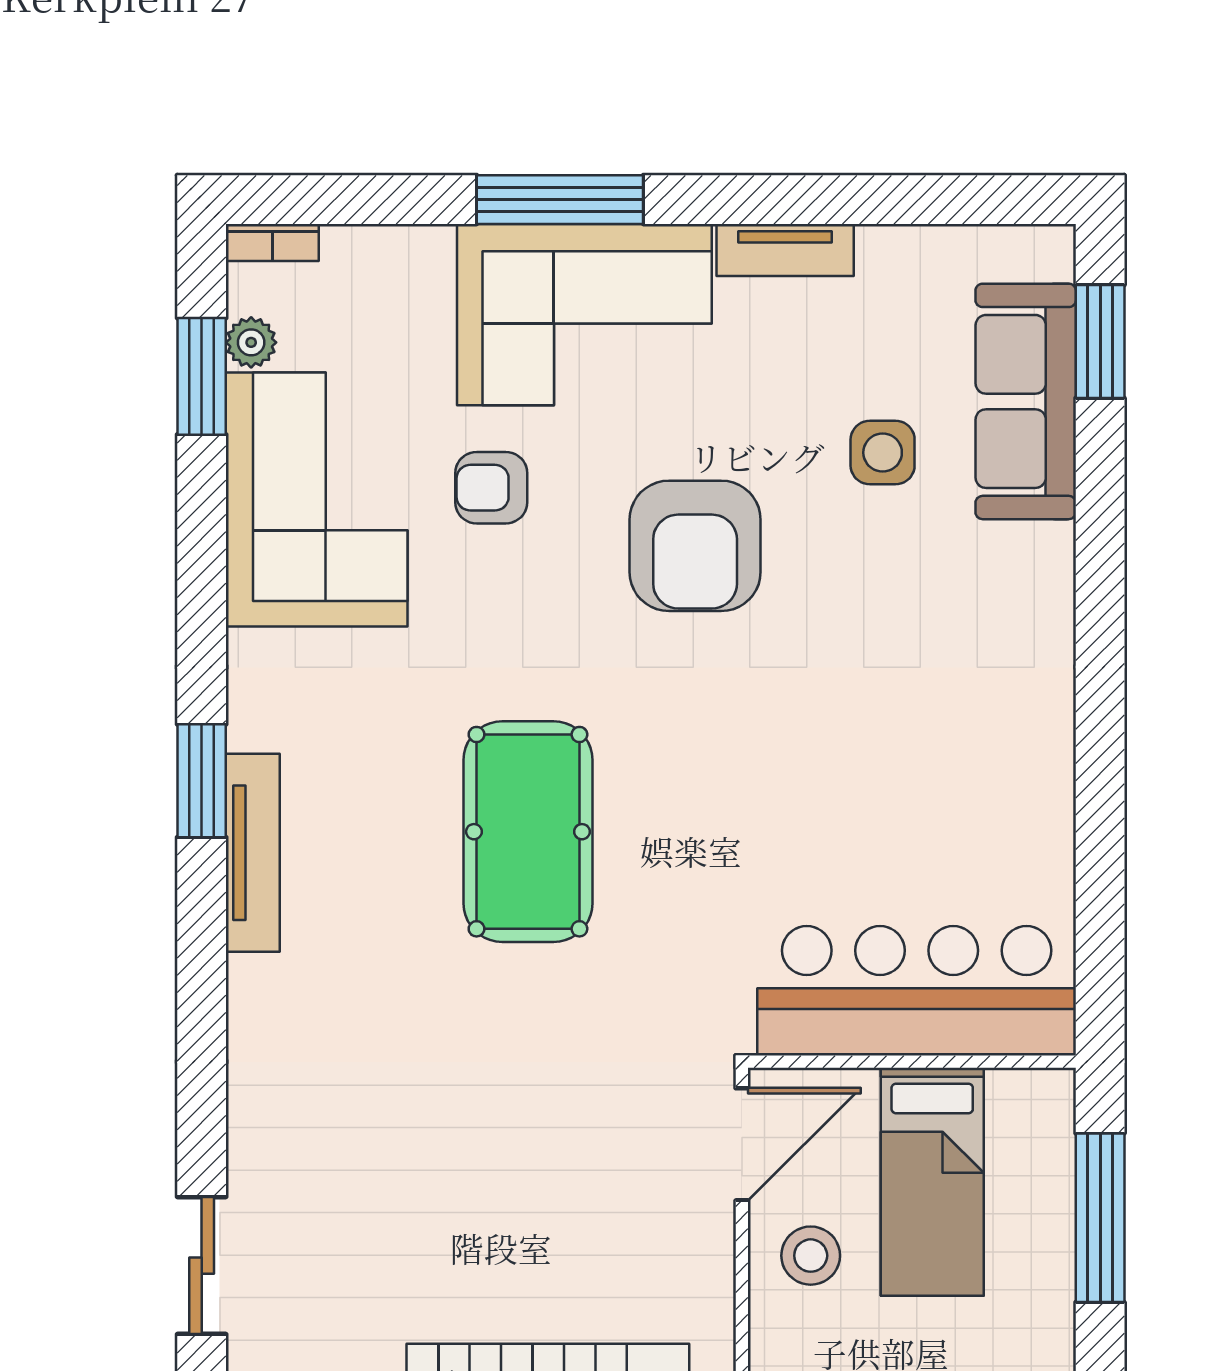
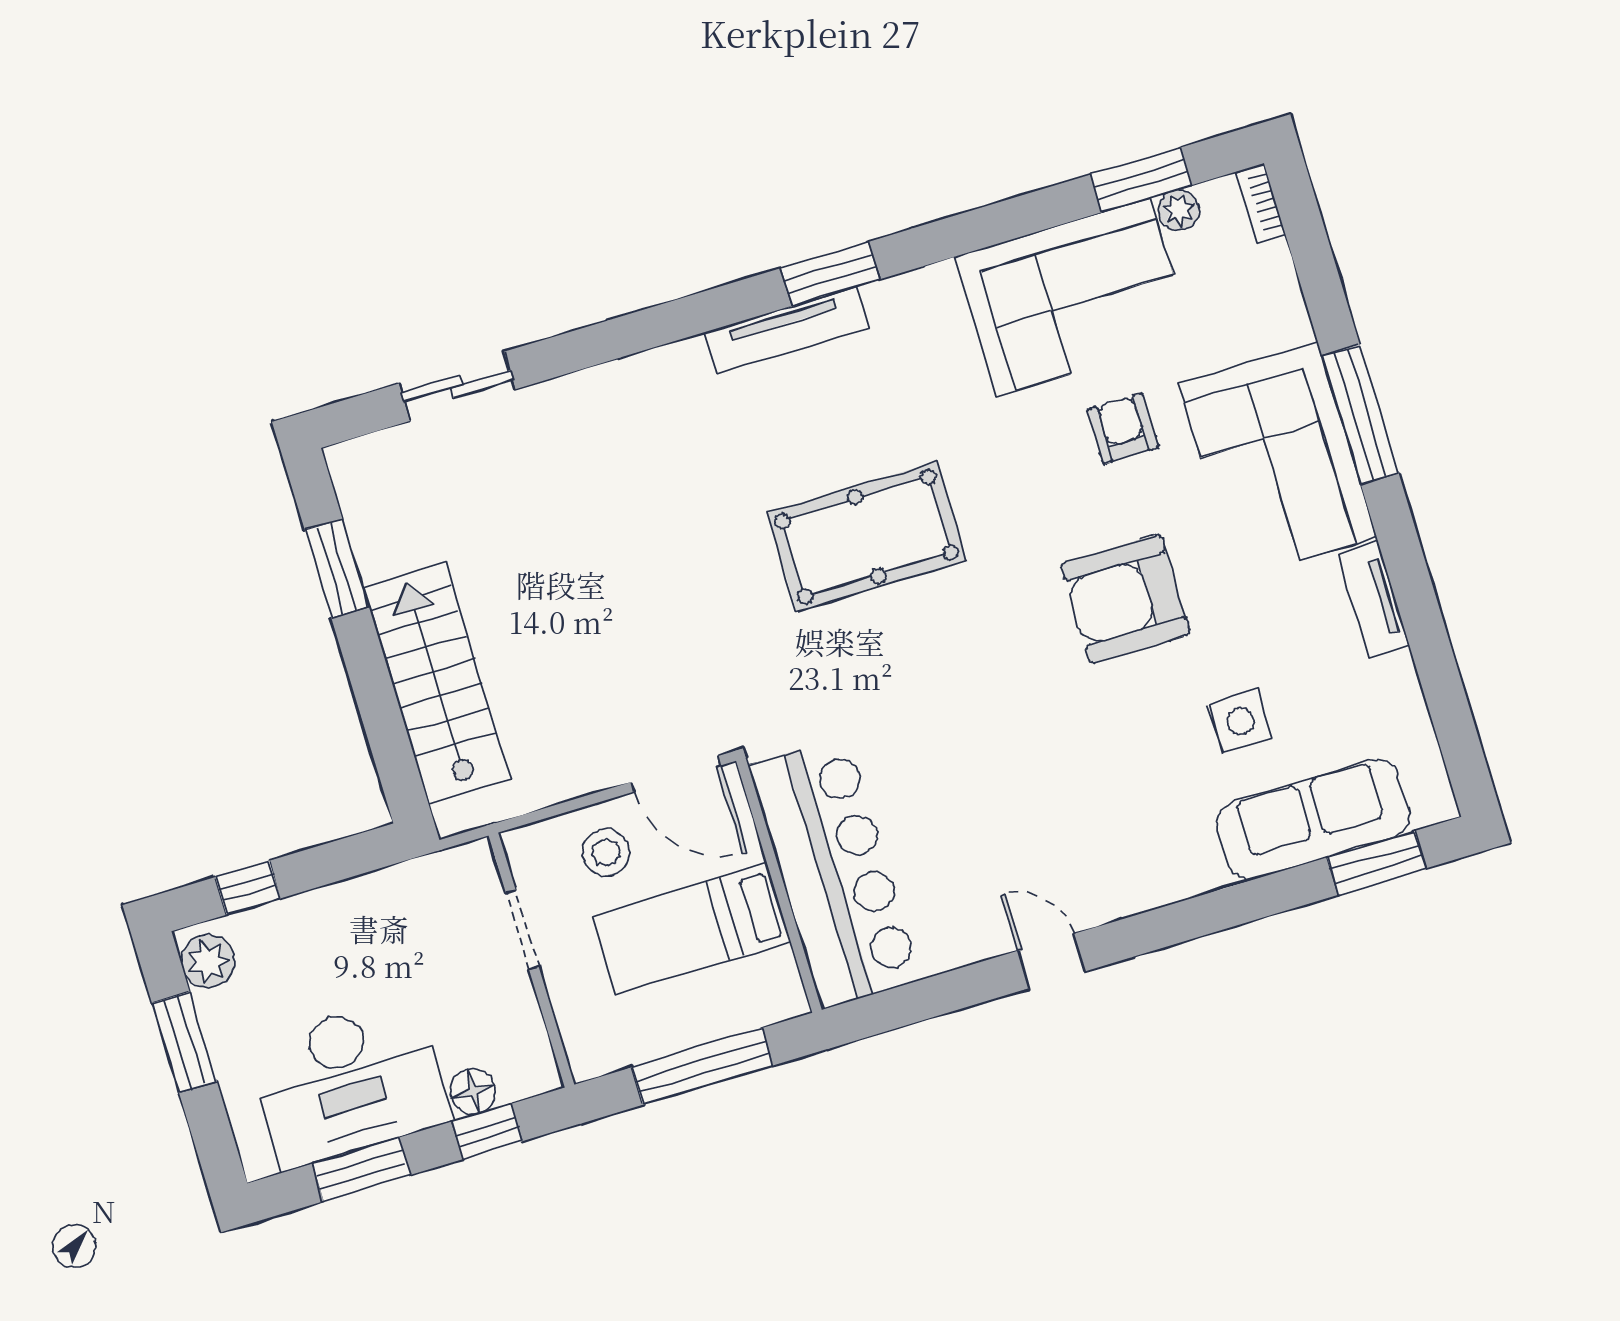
door: (1100, 764) -> (1051, 961), added

